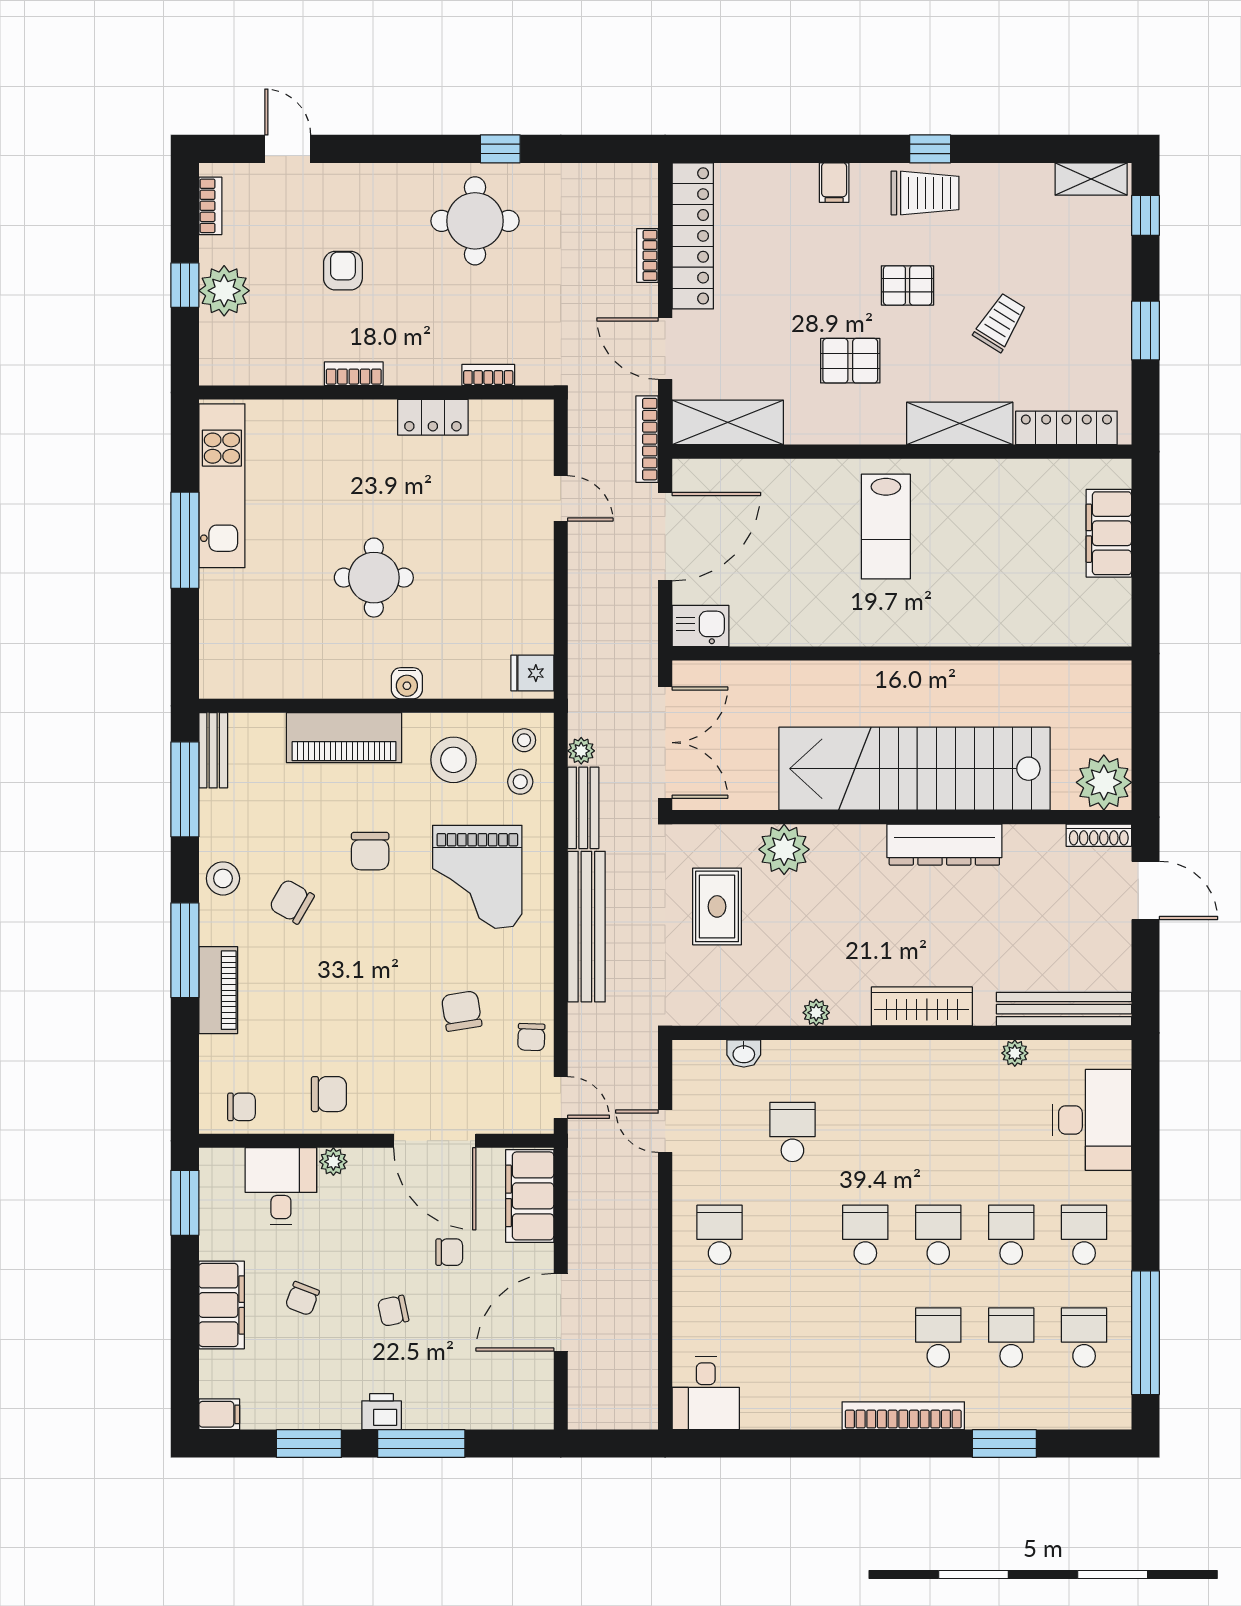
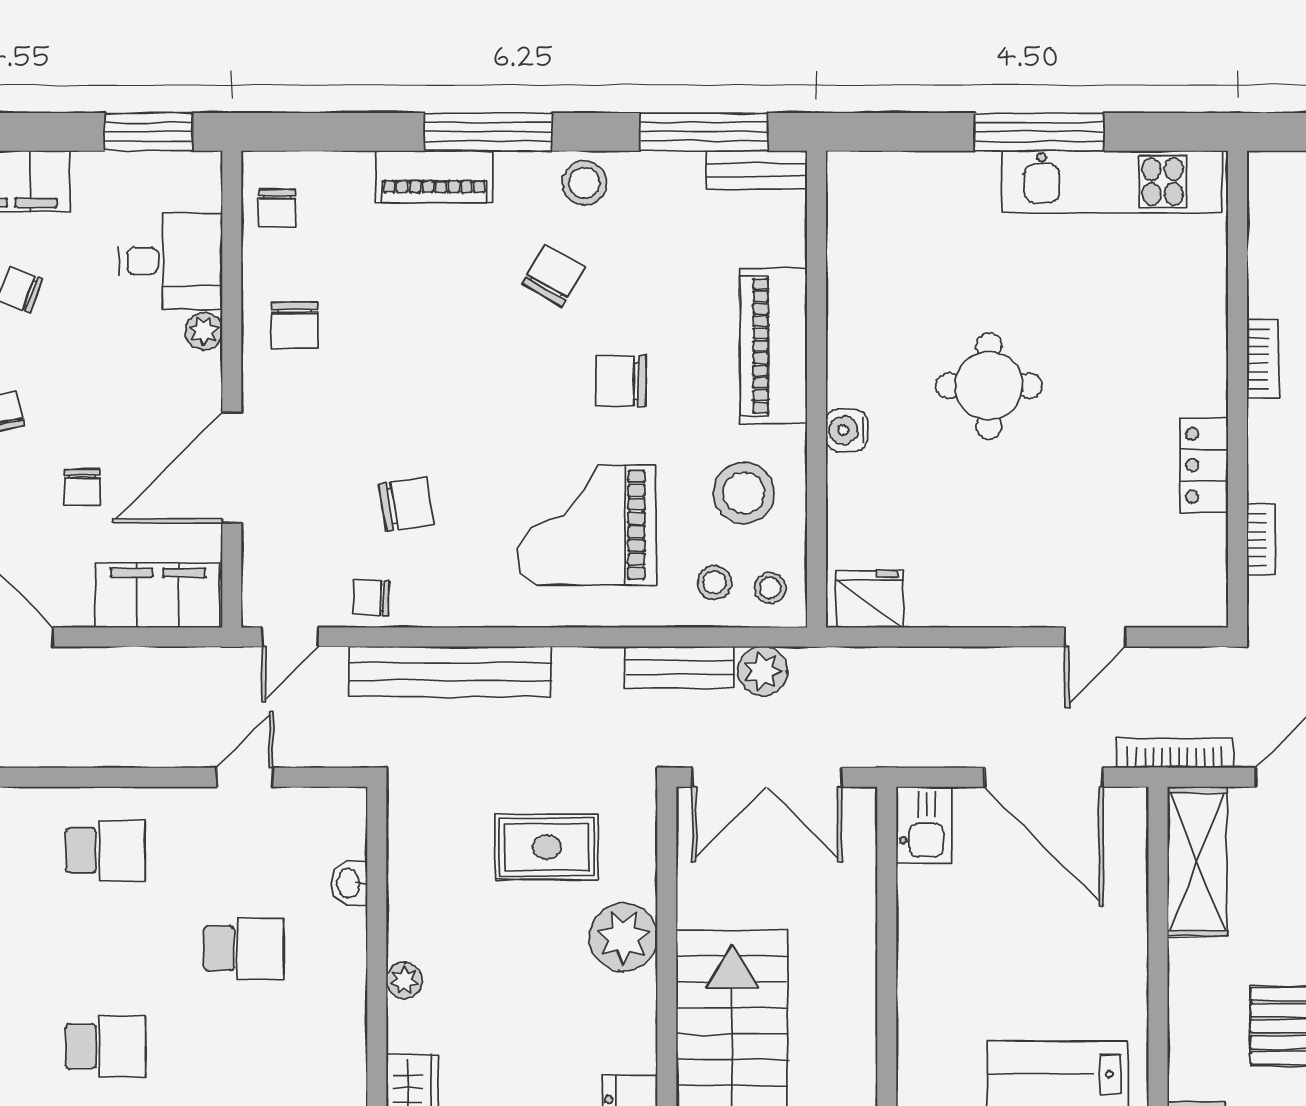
fridge: (532, 673) -> (870, 599), width x1.38
plant: (581, 751) -> (763, 671), width x1.38, depth x1.38
bench: (586, 927) -> (450, 672), moved

